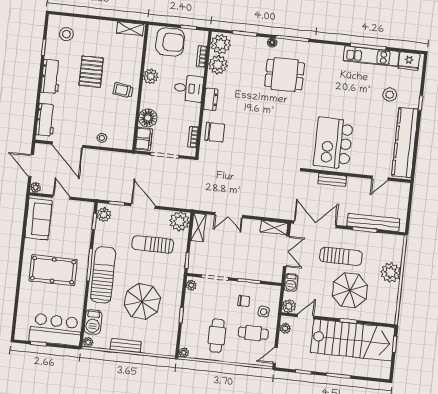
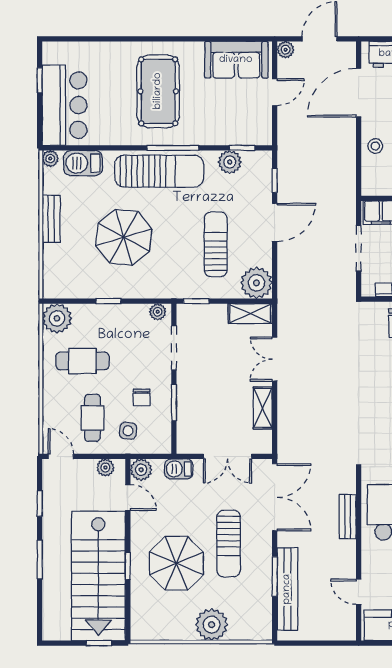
plant: (104, 215) -> (230, 162), moved
shelving: (274, 228) -> (263, 408), moved
plant: (184, 353) -> (57, 318), width x1.87, depth x1.87

